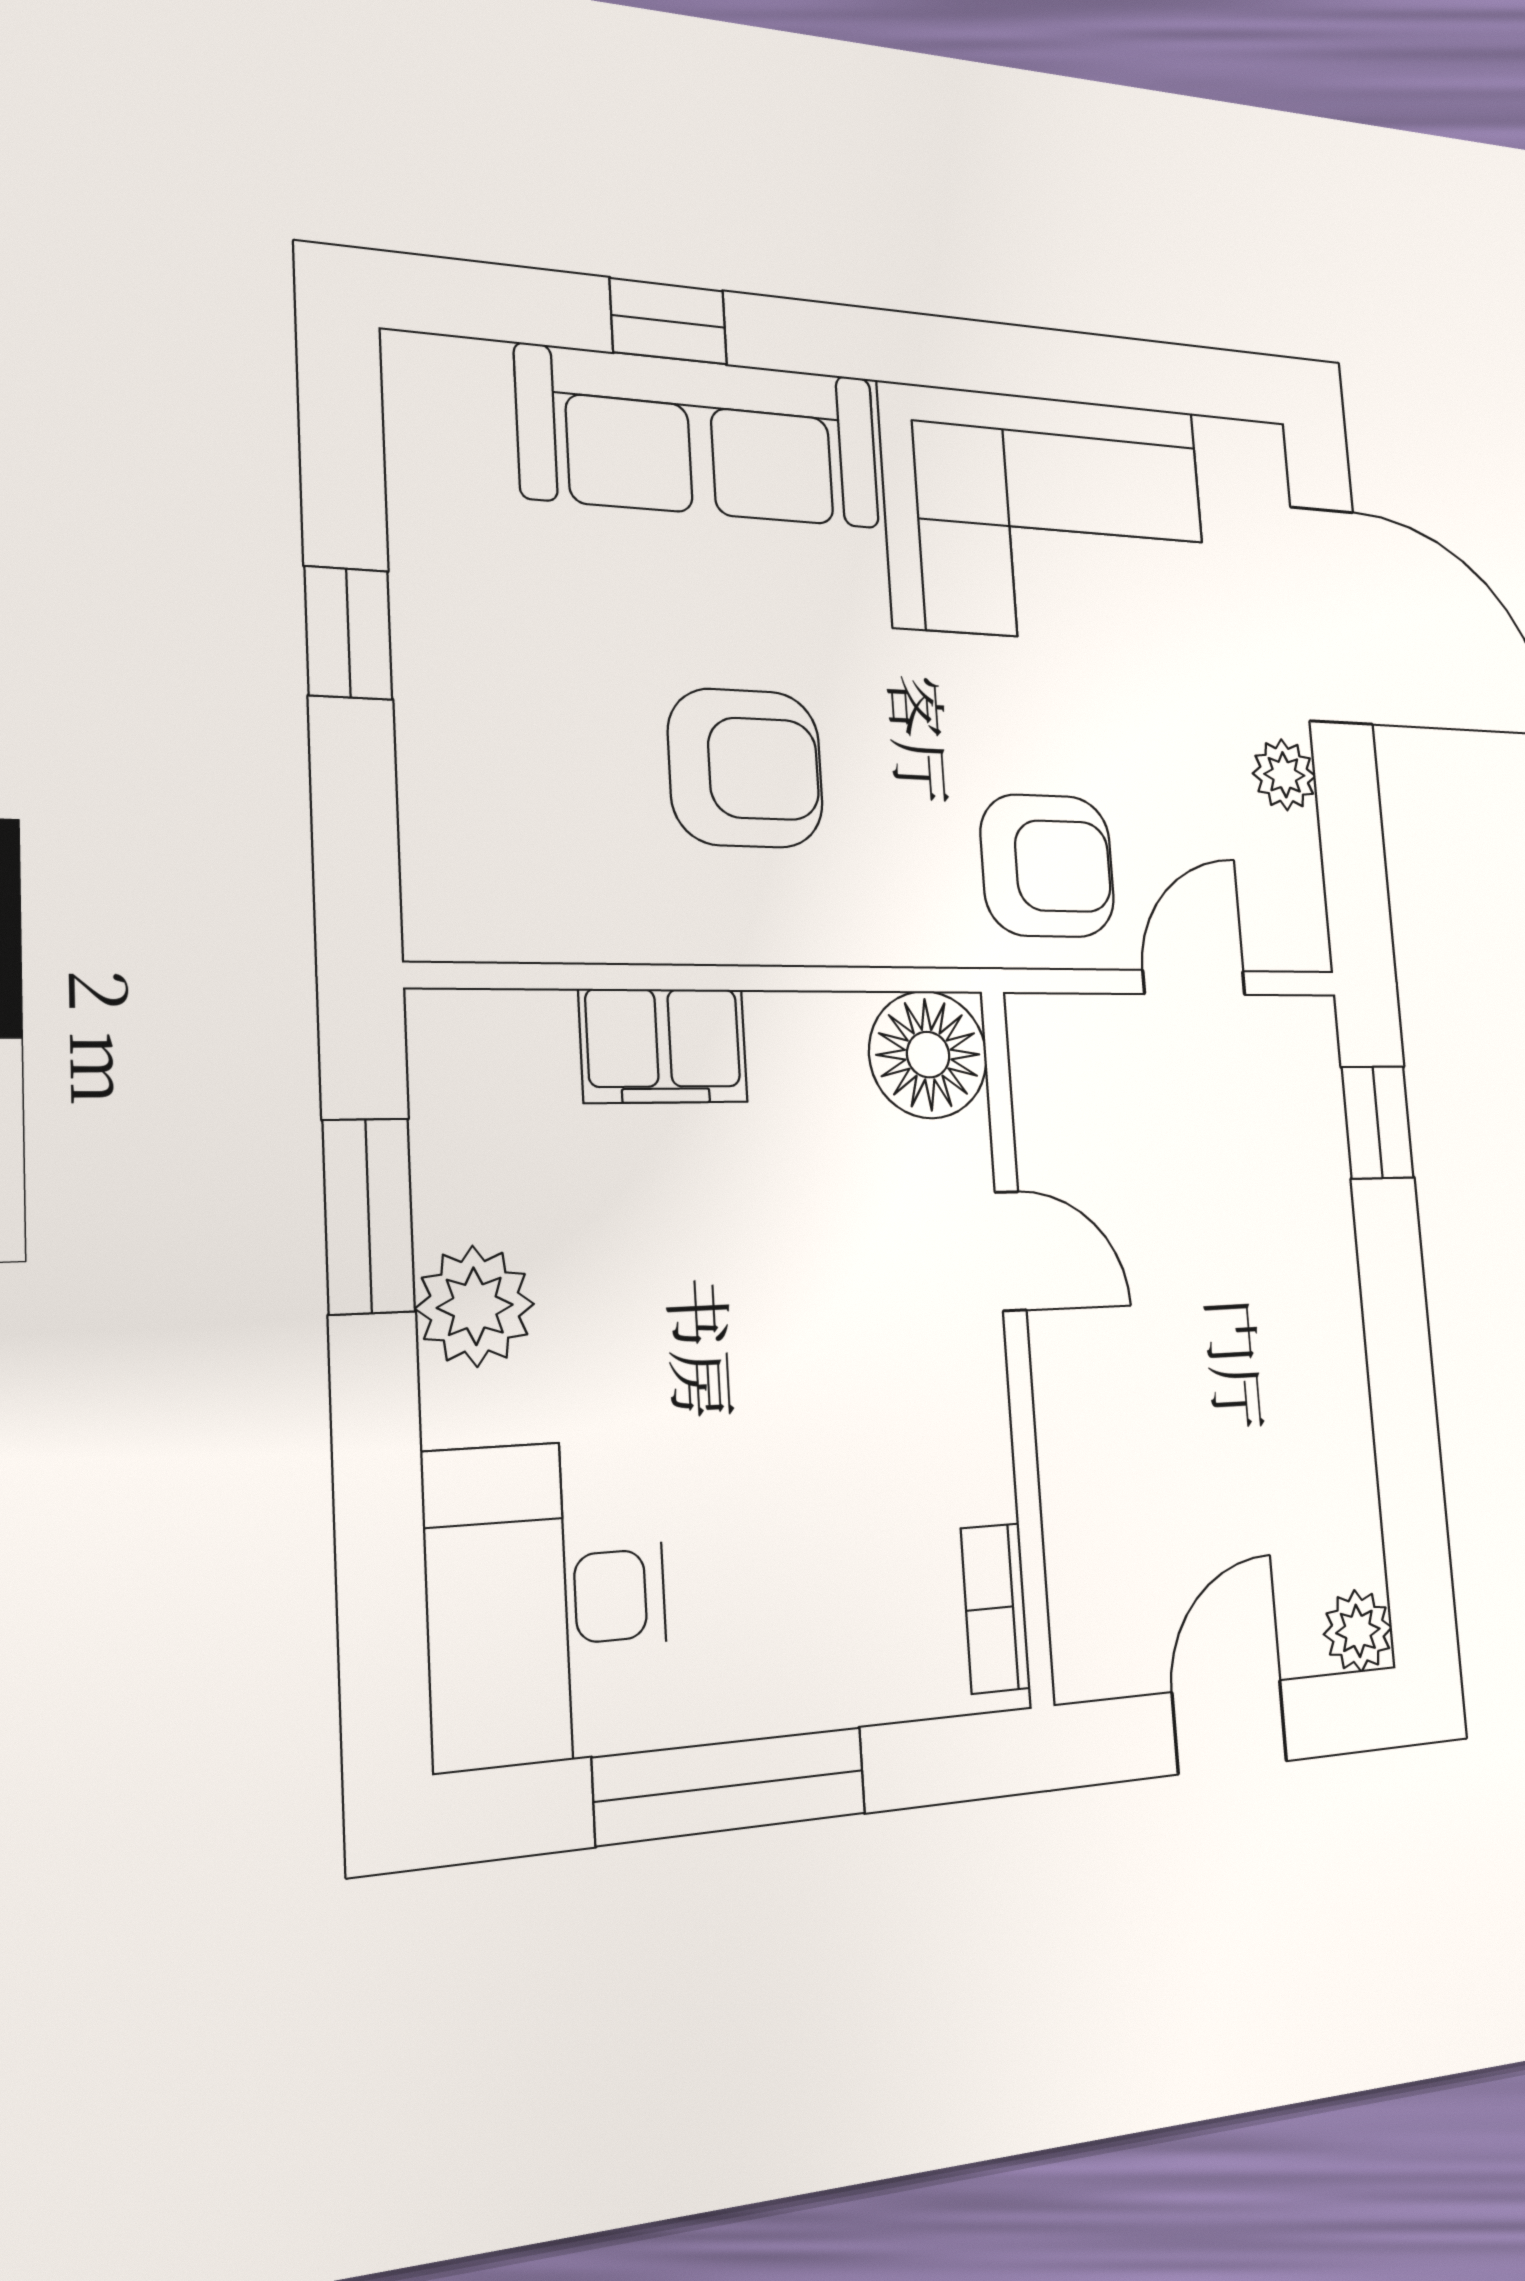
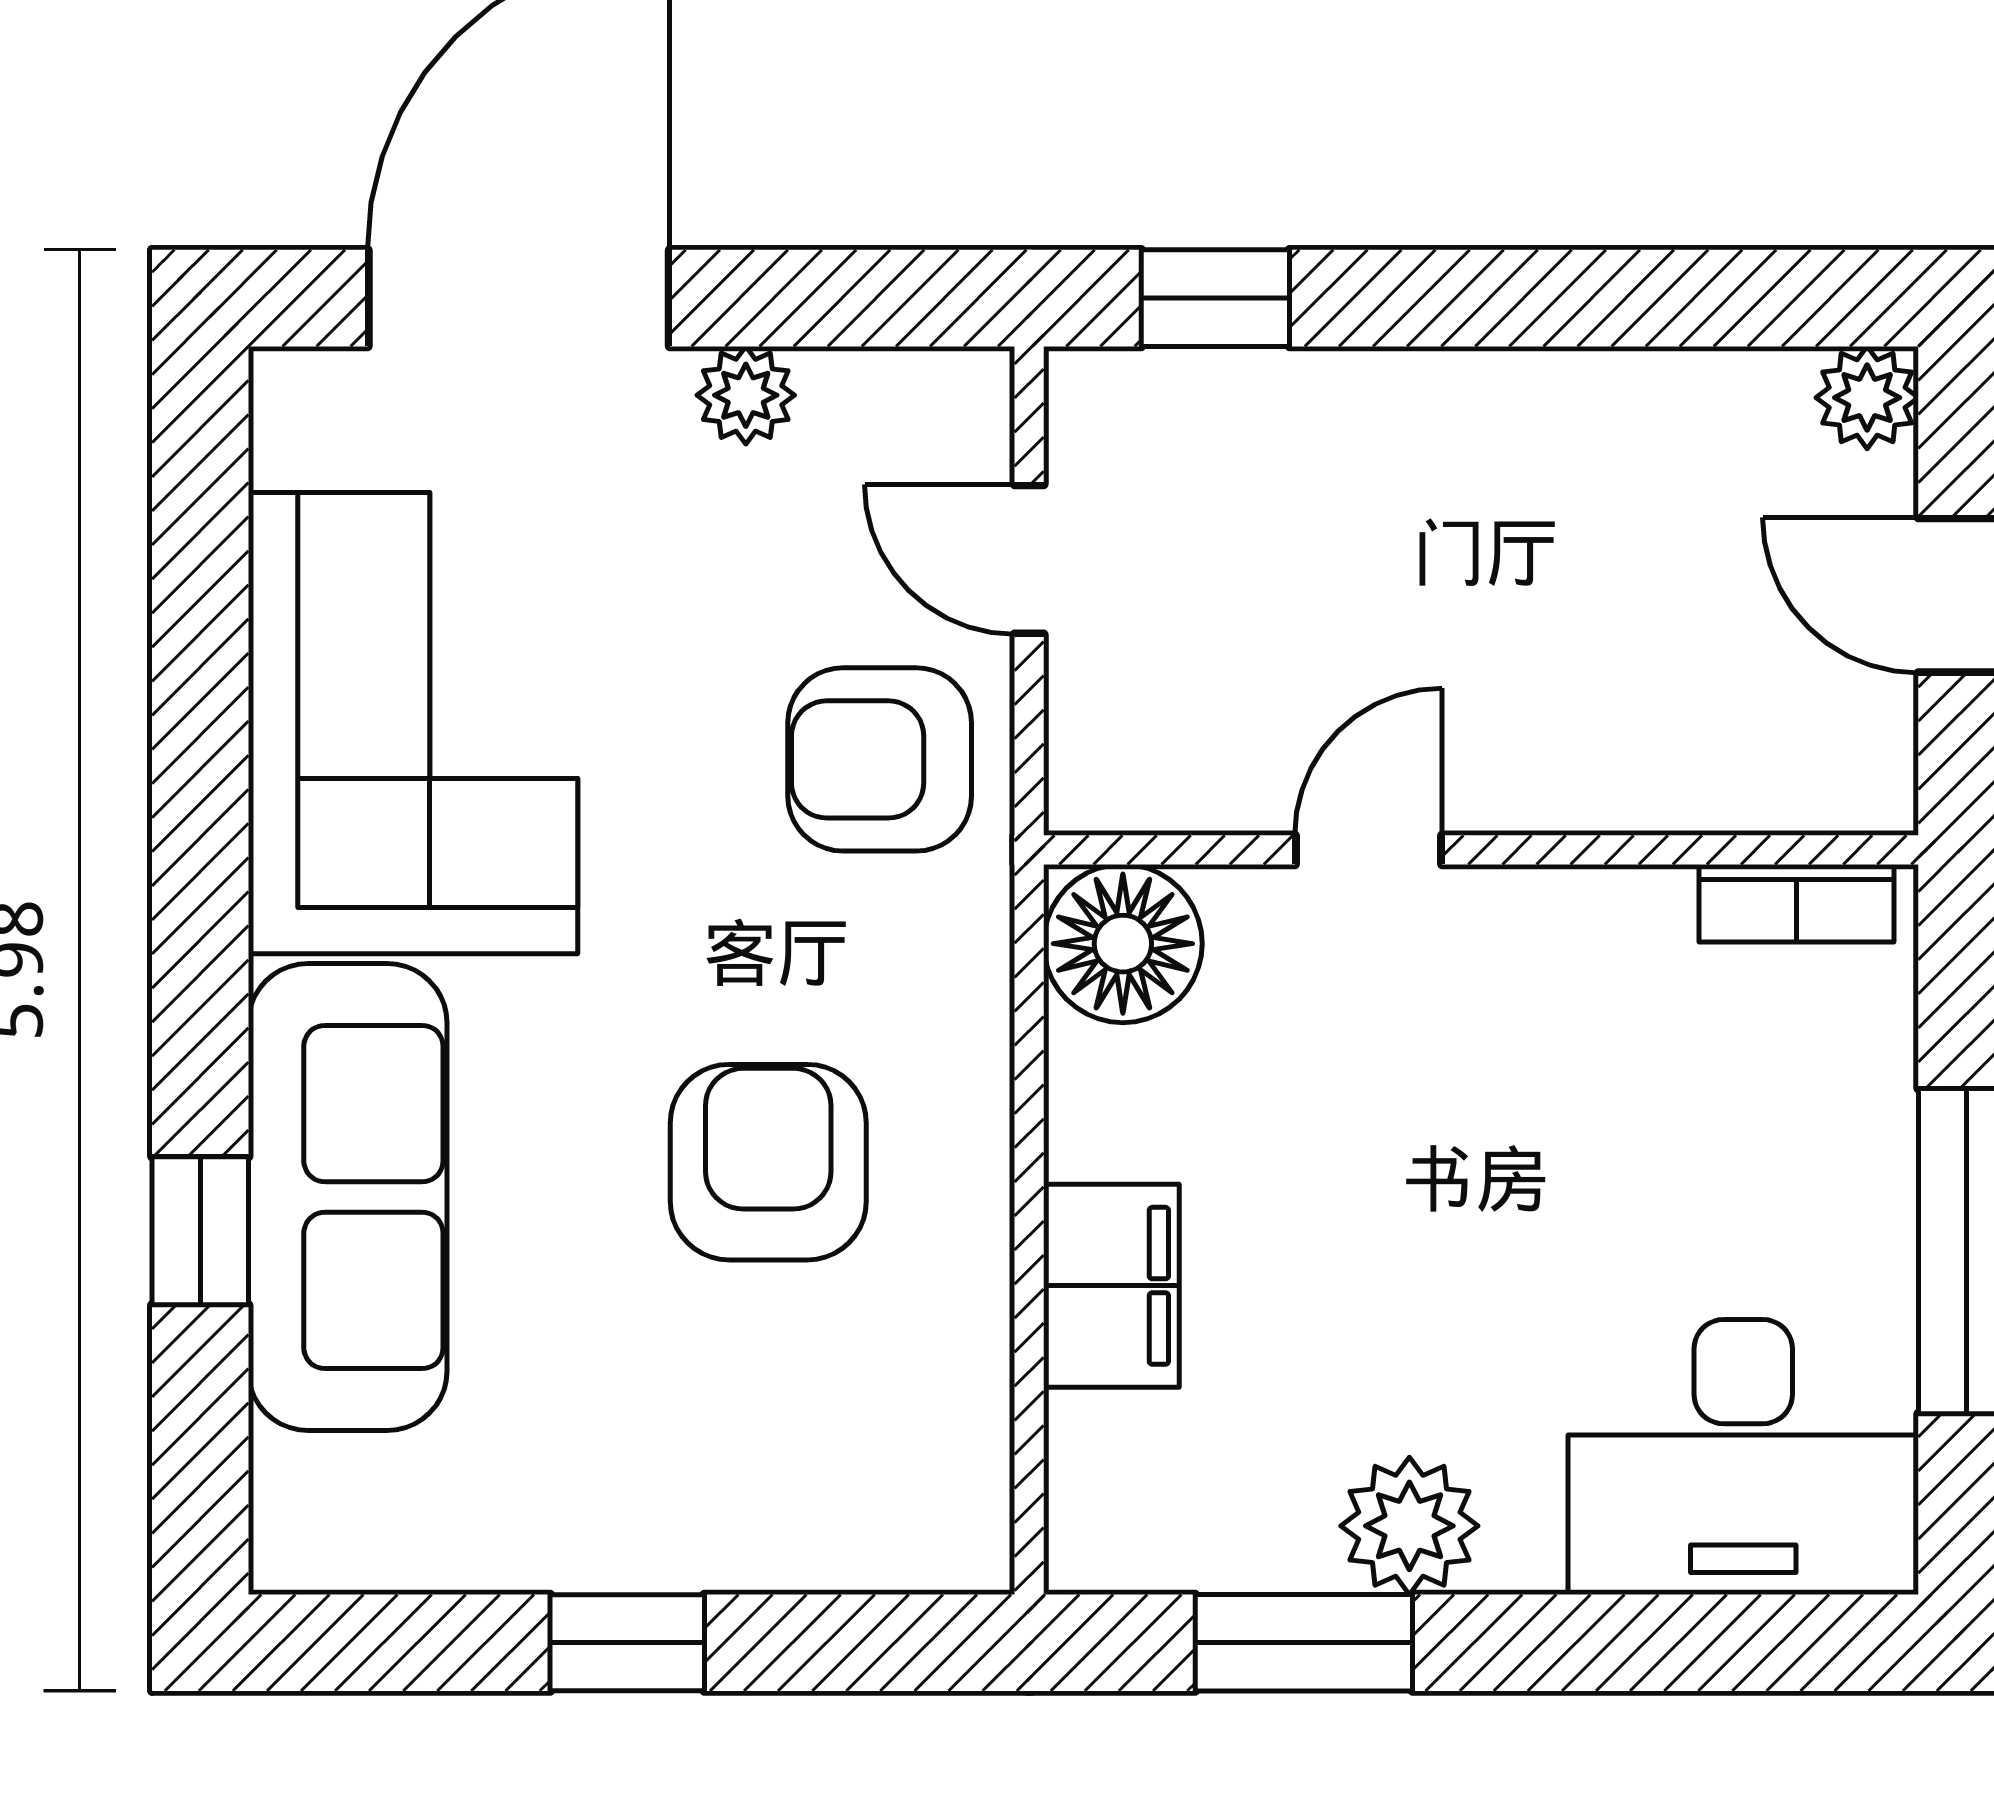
armchair: (1048, 866) -> (880, 759), turned -90

